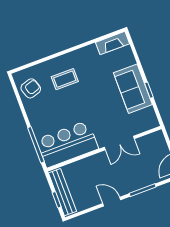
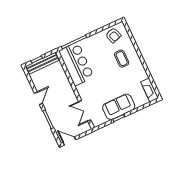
double door: (119, 143) -> (85, 111), moved

